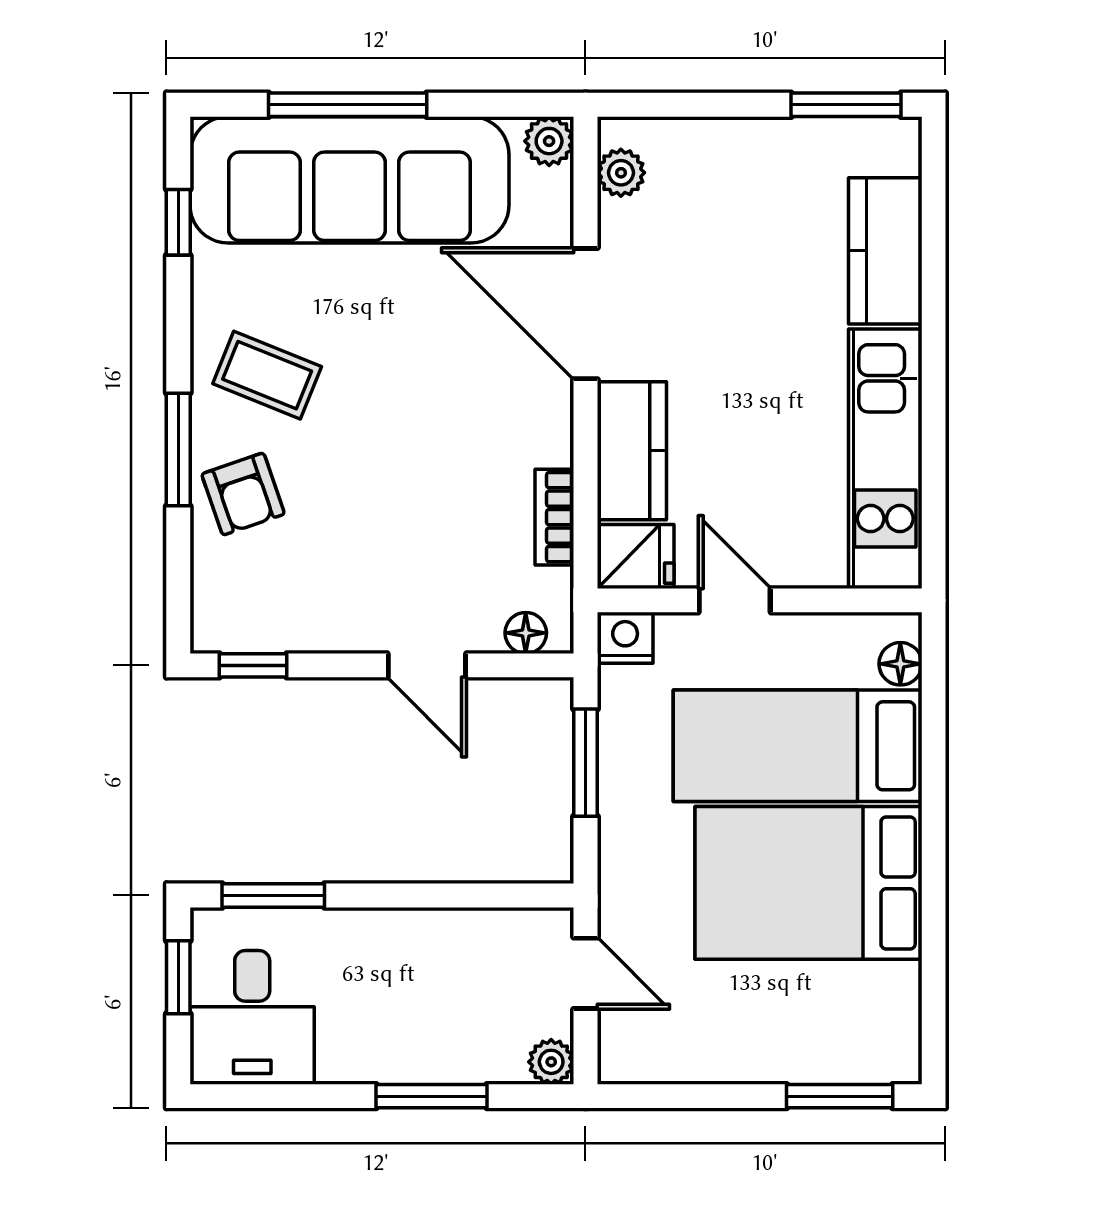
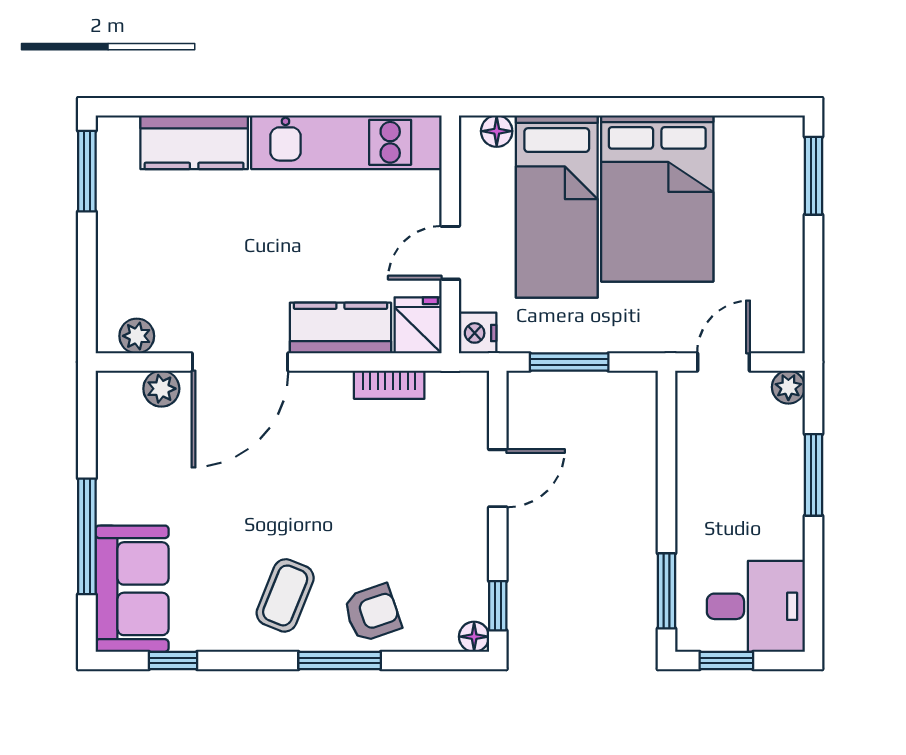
plant: (549, 141) -> (161, 389), moved
sofa: (350, 180) -> (132, 589), width x0.54, depth x0.79
floor lamp: (526, 633) -> (474, 637), moved

